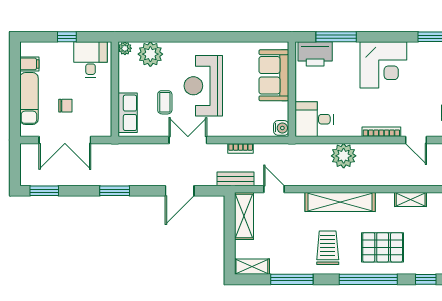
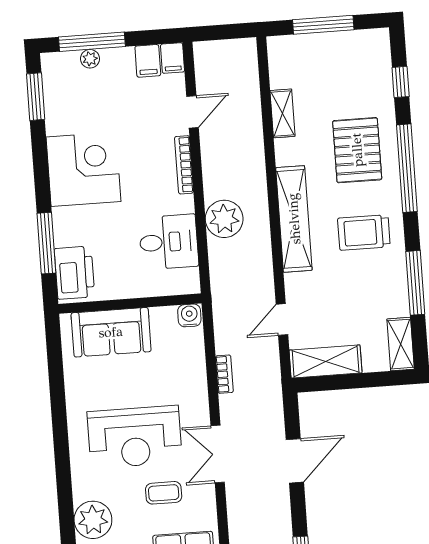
desk: (314, 119) -> (169, 242), moved, turned -90
bench: (235, 179) -> (271, 378), removed
door: (180, 191) -> (295, 461), hinge flipped

